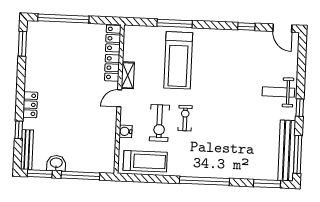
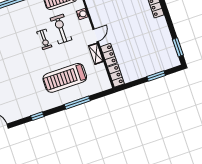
window: (63, 19) -> (156, 76), width x0.47
window: (246, 27) -> (37, 116), moved
treadmill: (178, 60) -> (65, 78), turned -90

